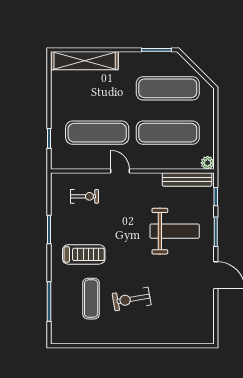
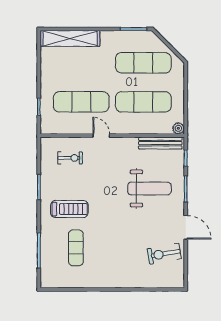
exercise bike: (132, 299) -> (164, 254), moved

